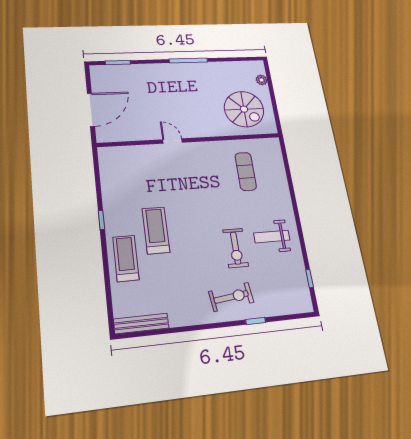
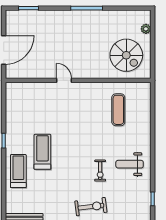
exercise bike: (236, 248) -> (100, 171), width x0.73, depth x0.72

